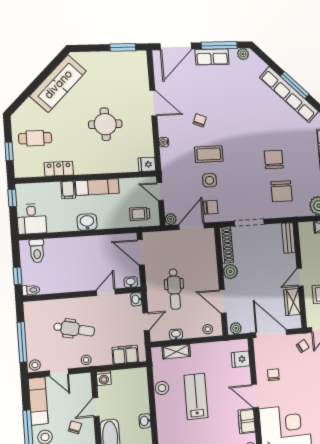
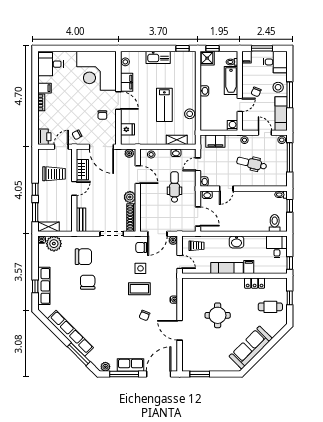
window: (295, 85) -> (79, 354), moved
chair: (274, 159) -> (88, 282), turned 180
fridge: (147, 164) -> (188, 283), removed
chair: (282, 191) -> (83, 257), turned 90

